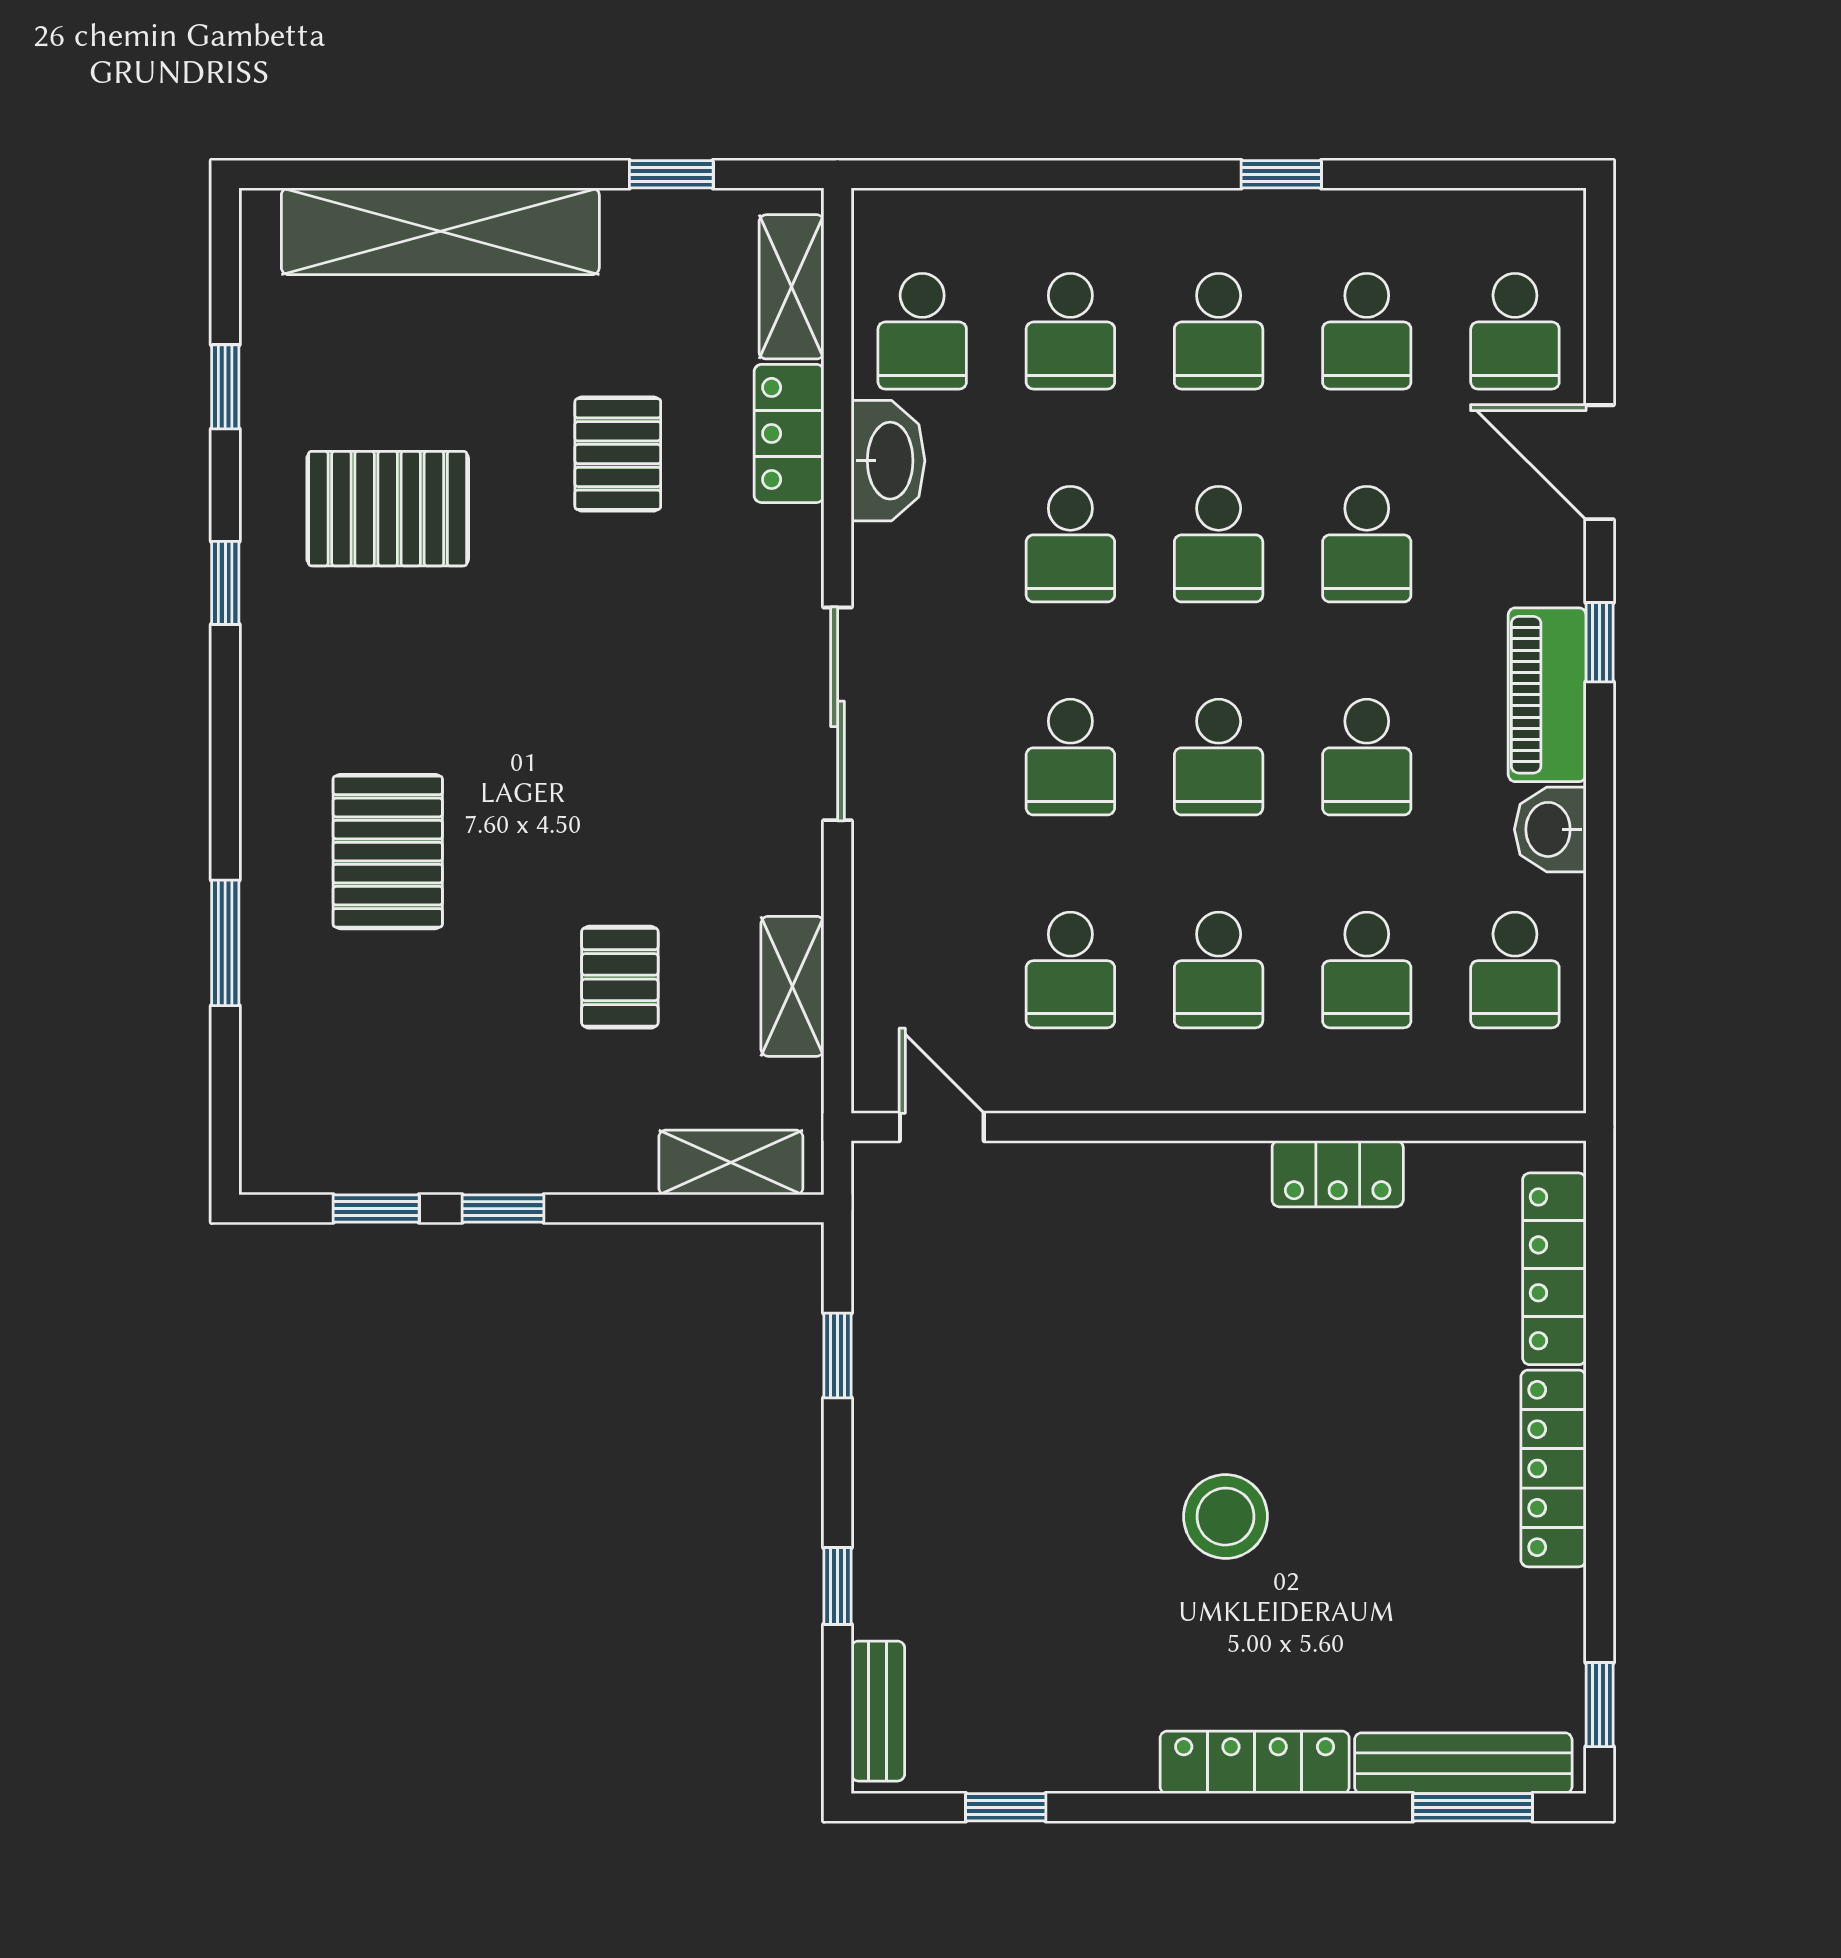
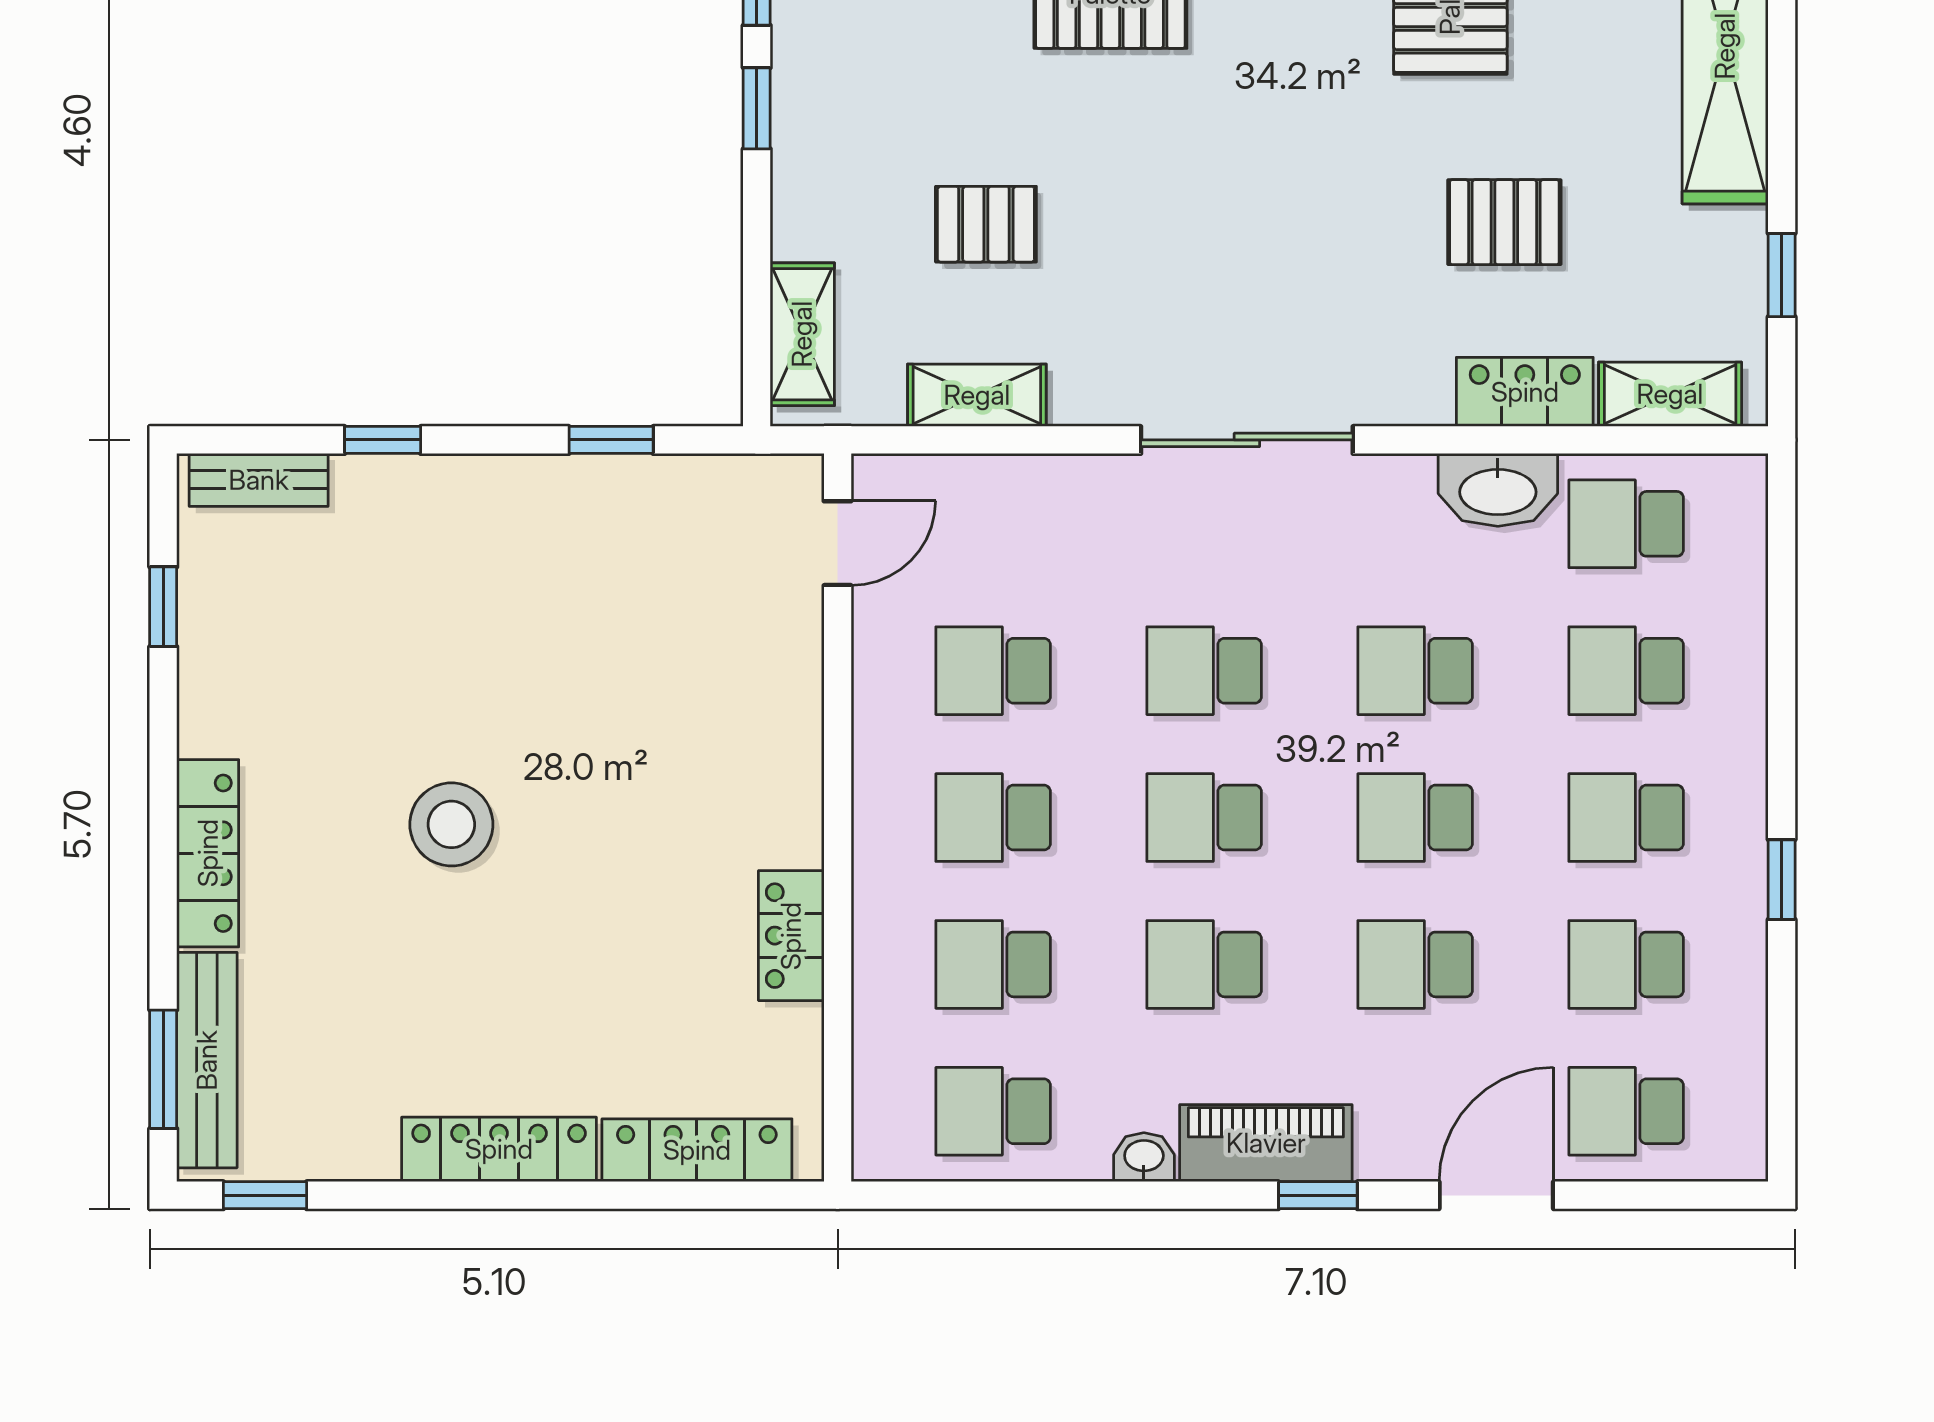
washbasin: (1550, 829) -> (1144, 1157), width x0.72, depth x0.69

